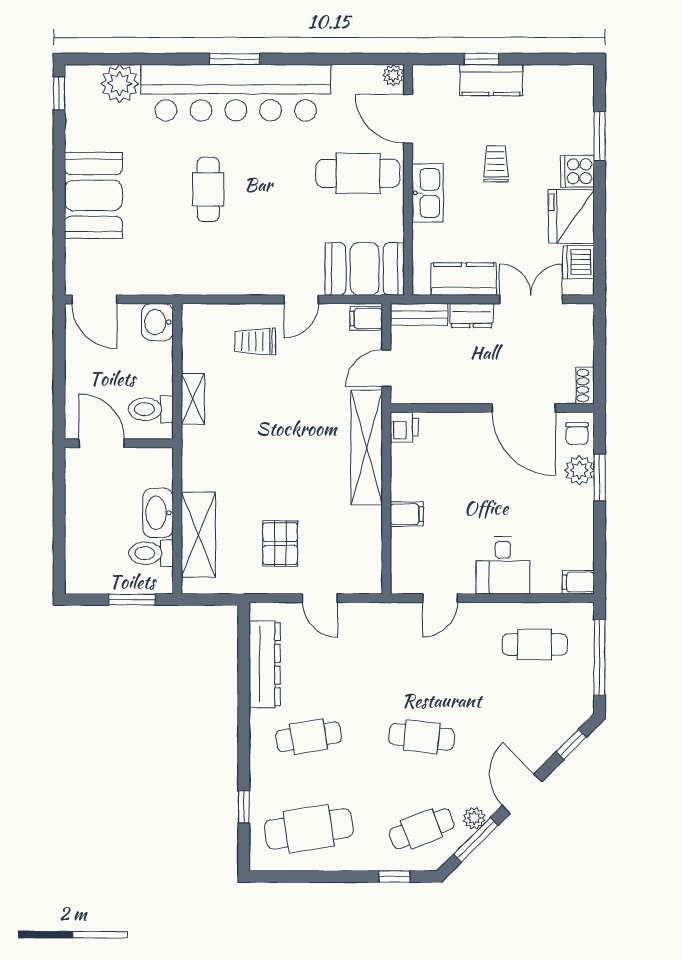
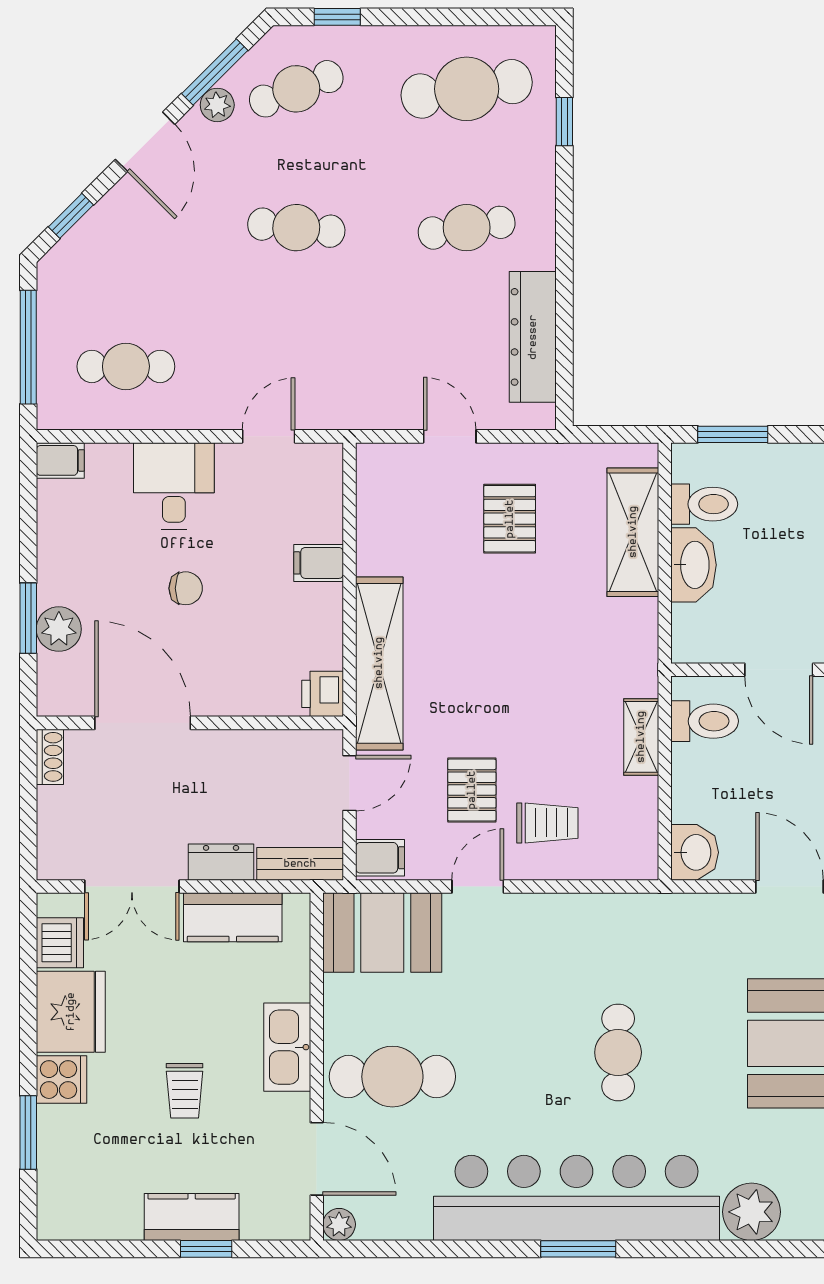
pallet: (305, 363) -> (472, 790), added
chair: (577, 434) -> (186, 588), moved, turned 90

